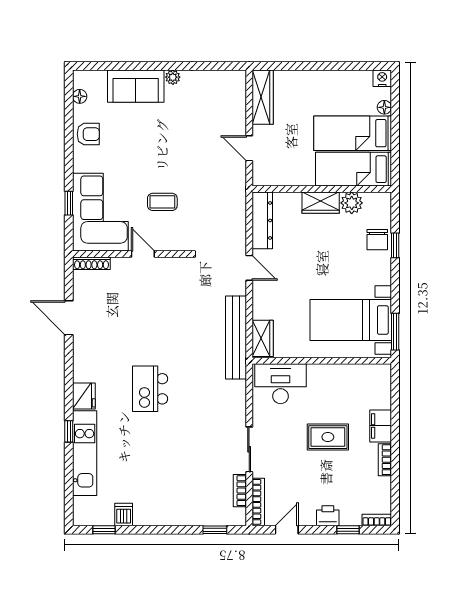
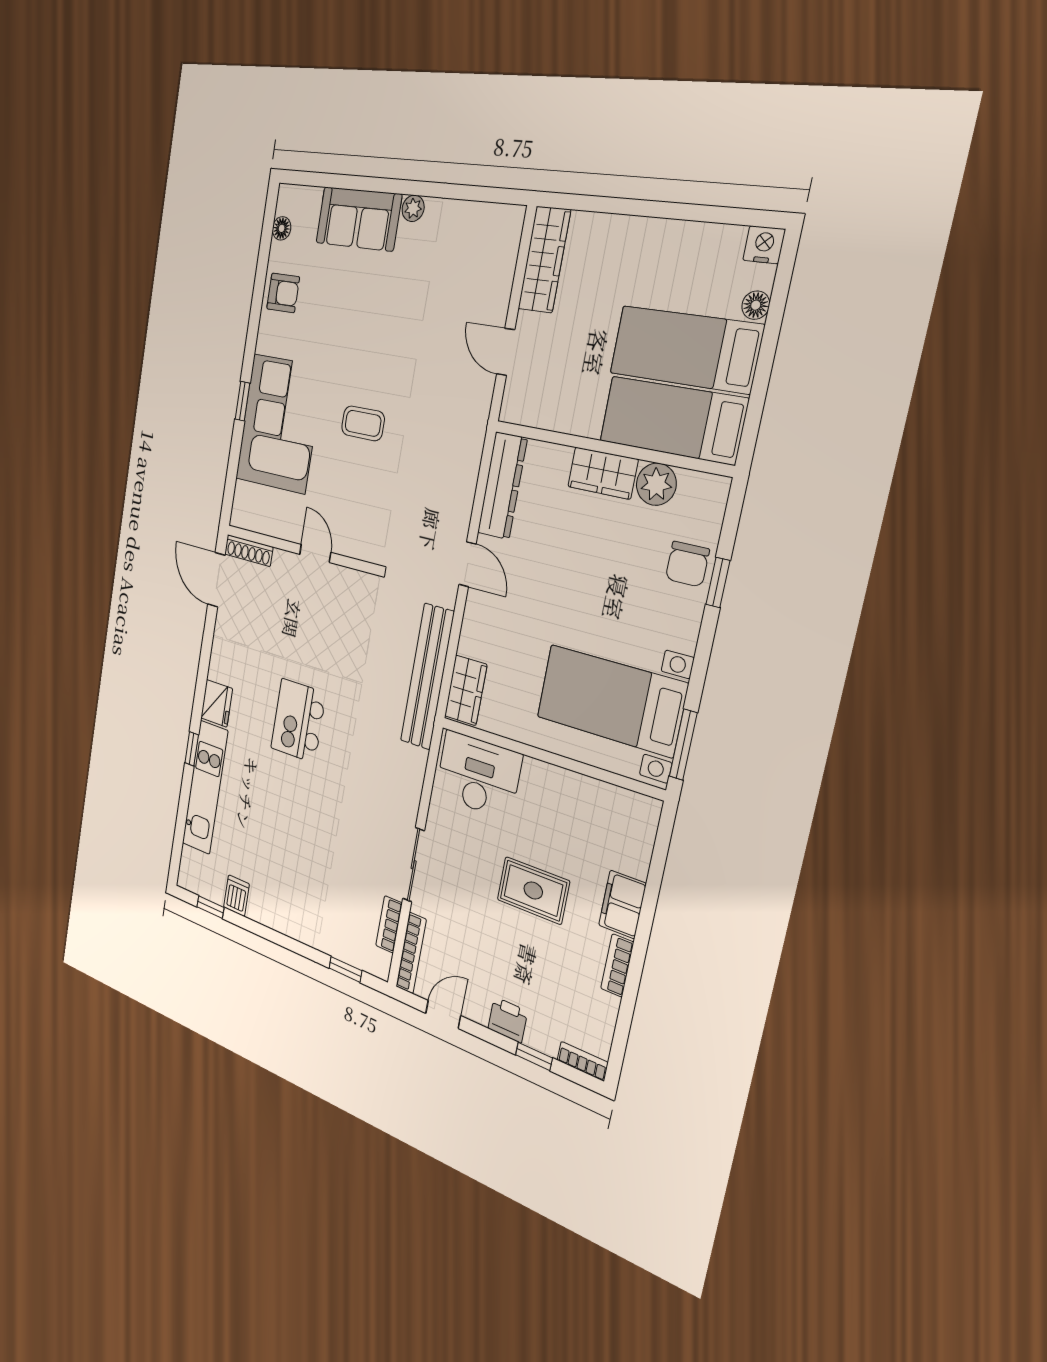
wall: (131, 254) -> (300, 549), moved
door: (143, 254) -> (315, 553), moved
shoe rack: (91, 263) -> (249, 551), moved

